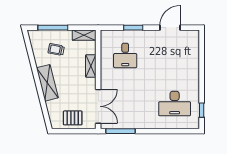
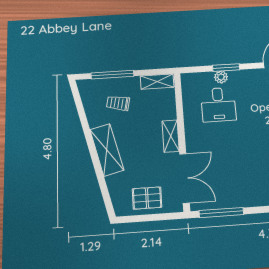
plant: (129, 35) -> (221, 77), added
shelving: (91, 66) -> (171, 136), moved

